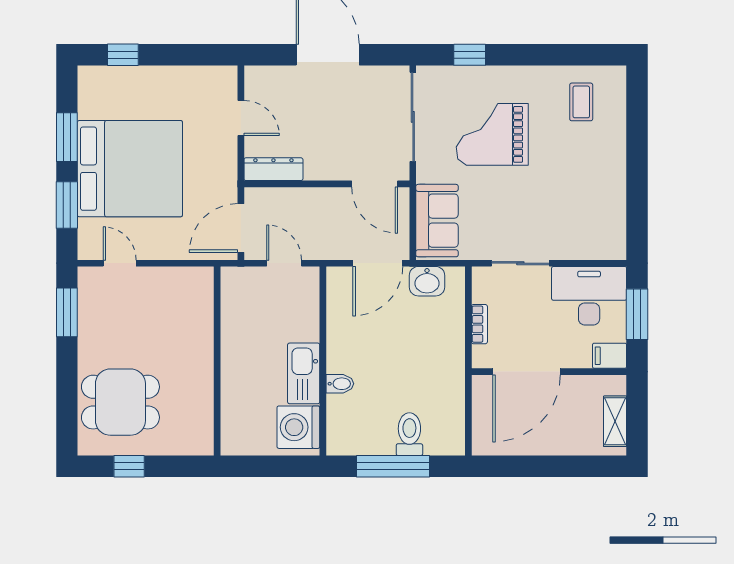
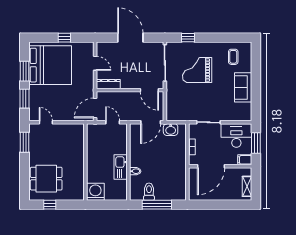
window: (123, 55) -> (64, 38), moved
bed: (130, 169) -> (50, 65), moved
sofa: (437, 221) -> (243, 87), moved, turned 180
washing machine: (298, 427) -> (95, 192), moved, turned 90
toilet: (409, 434) -> (149, 192), moved

